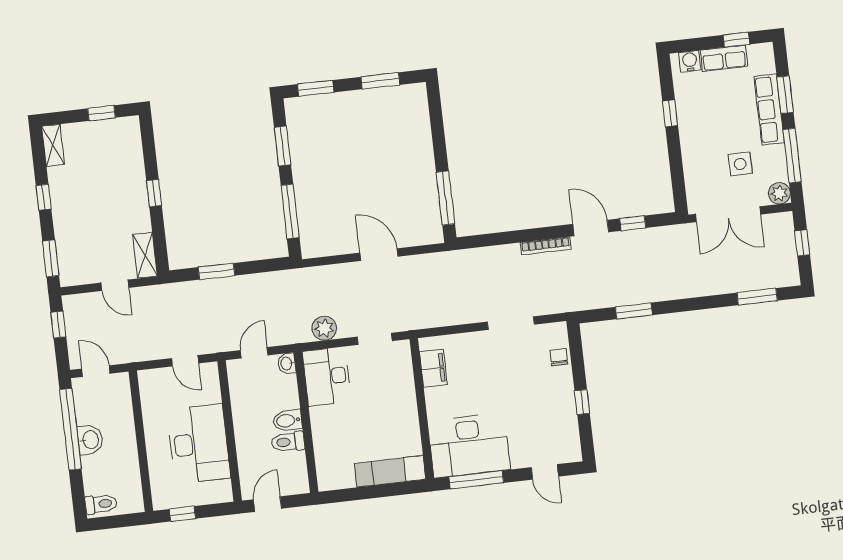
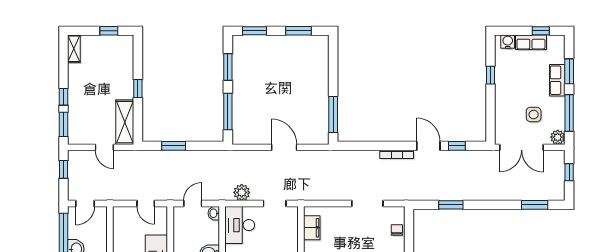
row of seats: (769, 109) -> (557, 80), width x0.68
window: (44, 197) -> (63, 97), moved
shelving: (145, 255) -> (125, 122), width x1.50, depth x1.33
door: (96, 371) -> (85, 204), swing flipped

